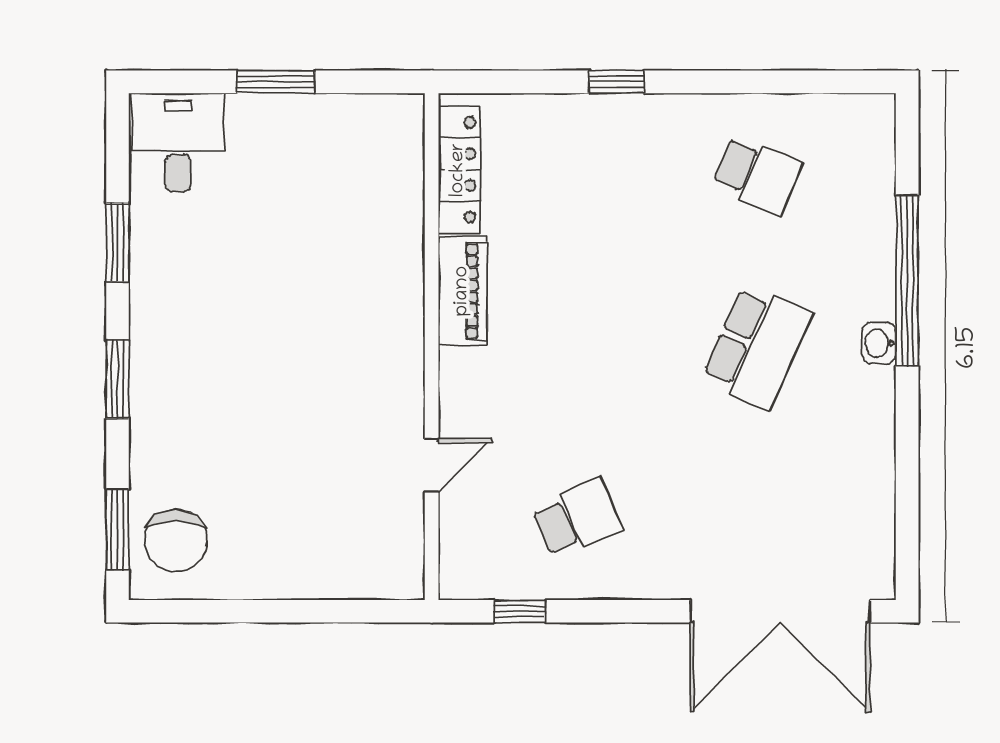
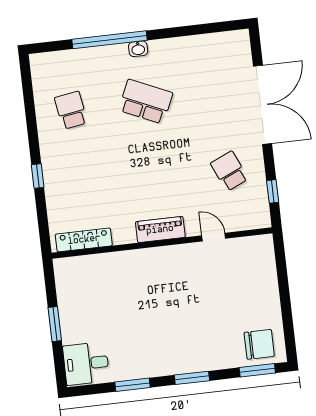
school desk: (757, 175) -> (71, 110), turned -33
piano: (463, 291) -> (160, 230), moved
double door: (780, 611) -> (263, 105), moved

